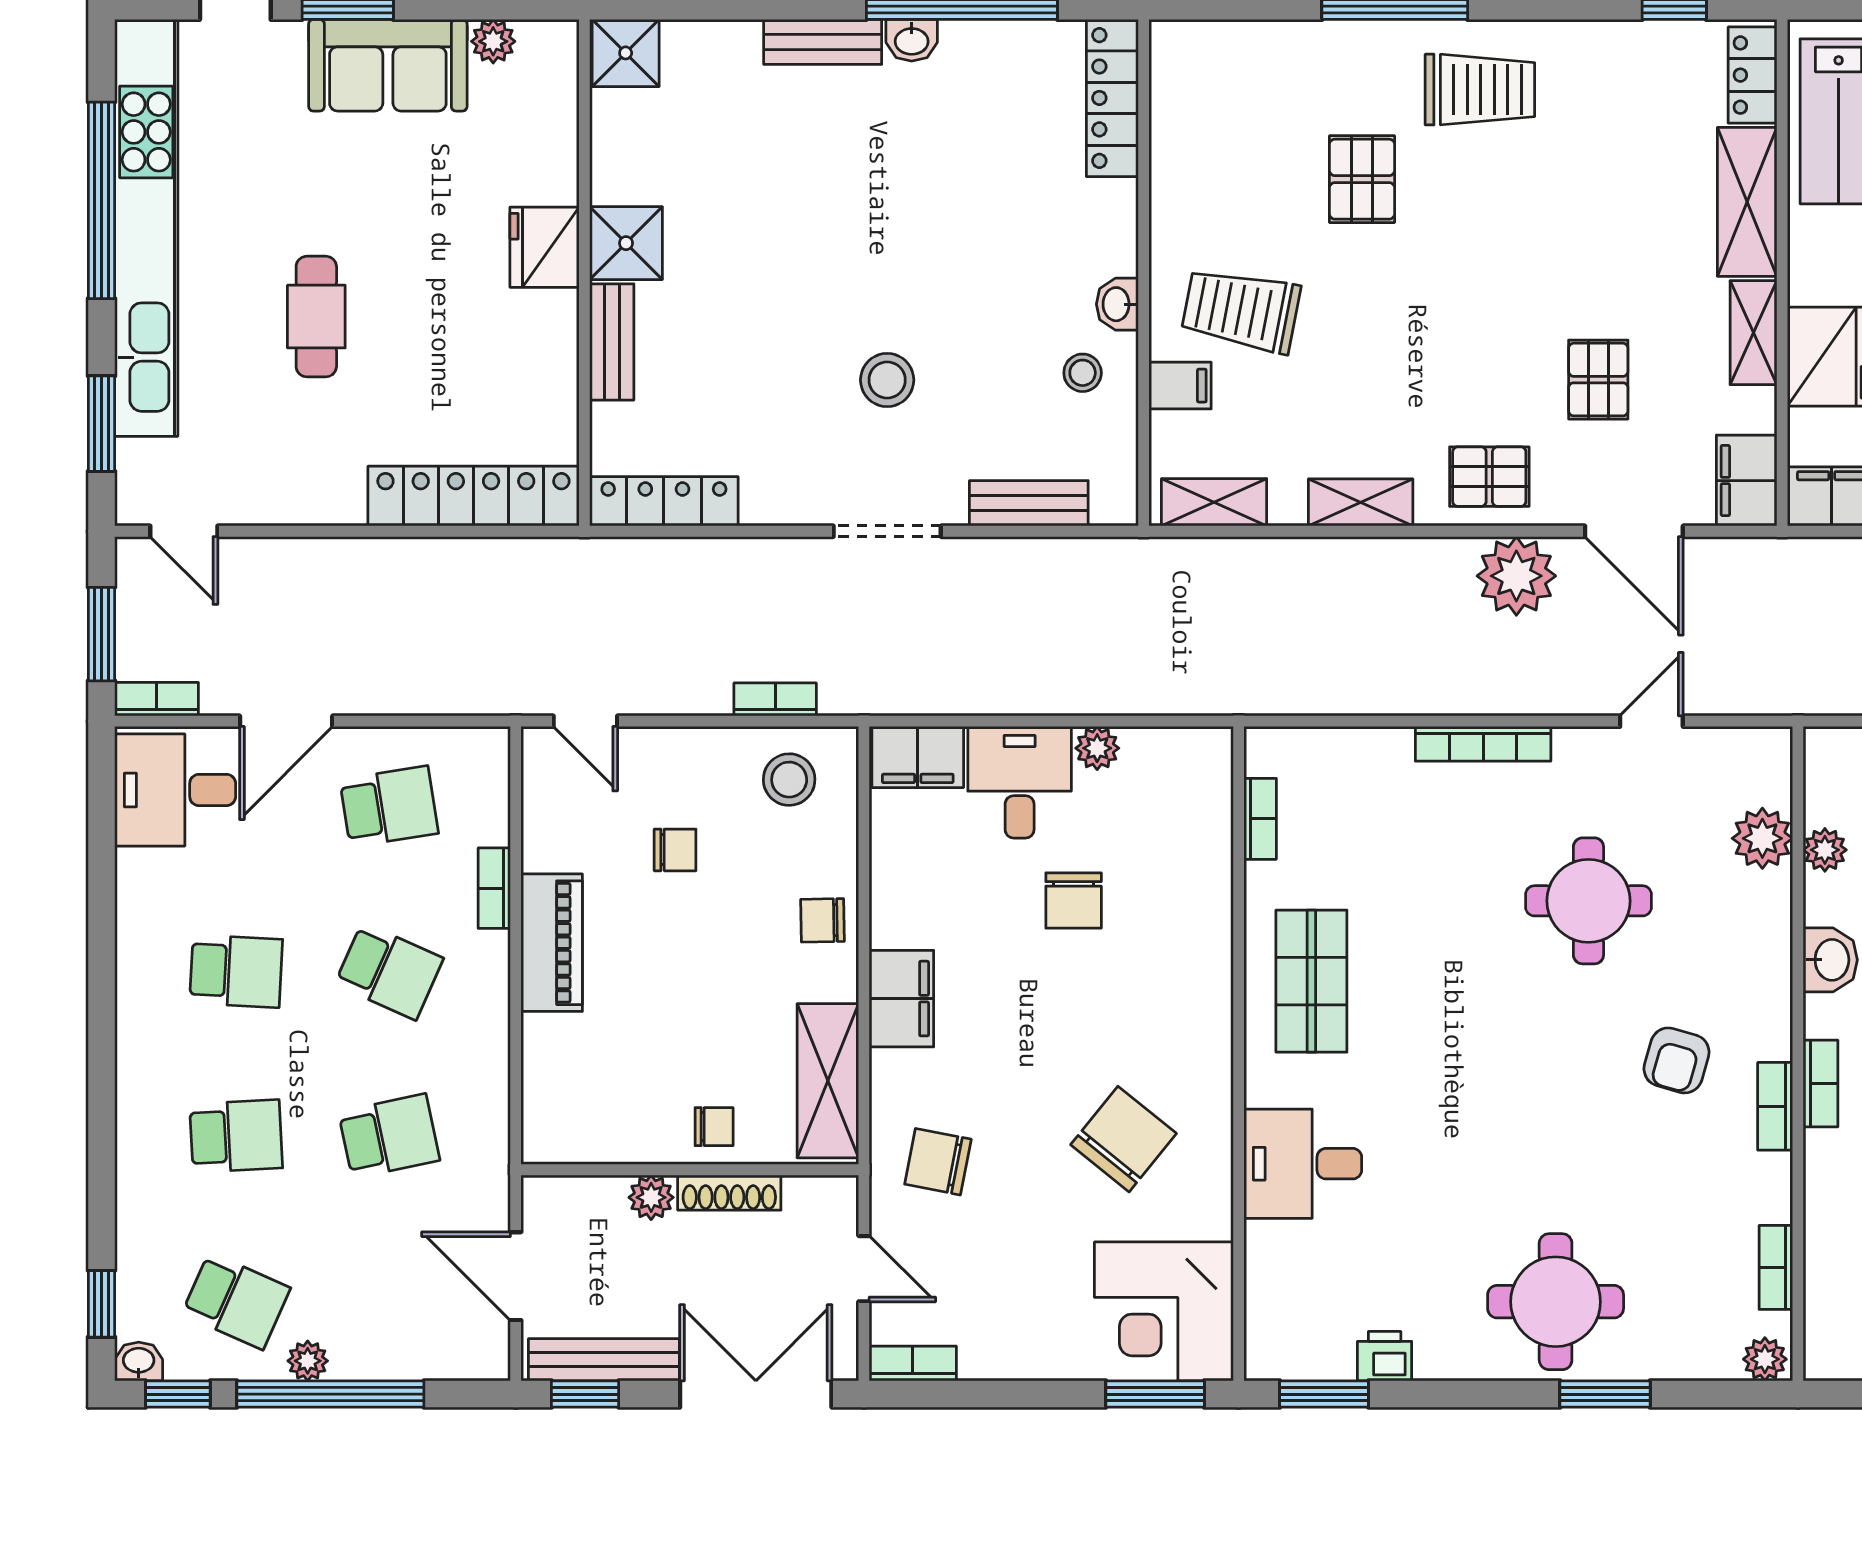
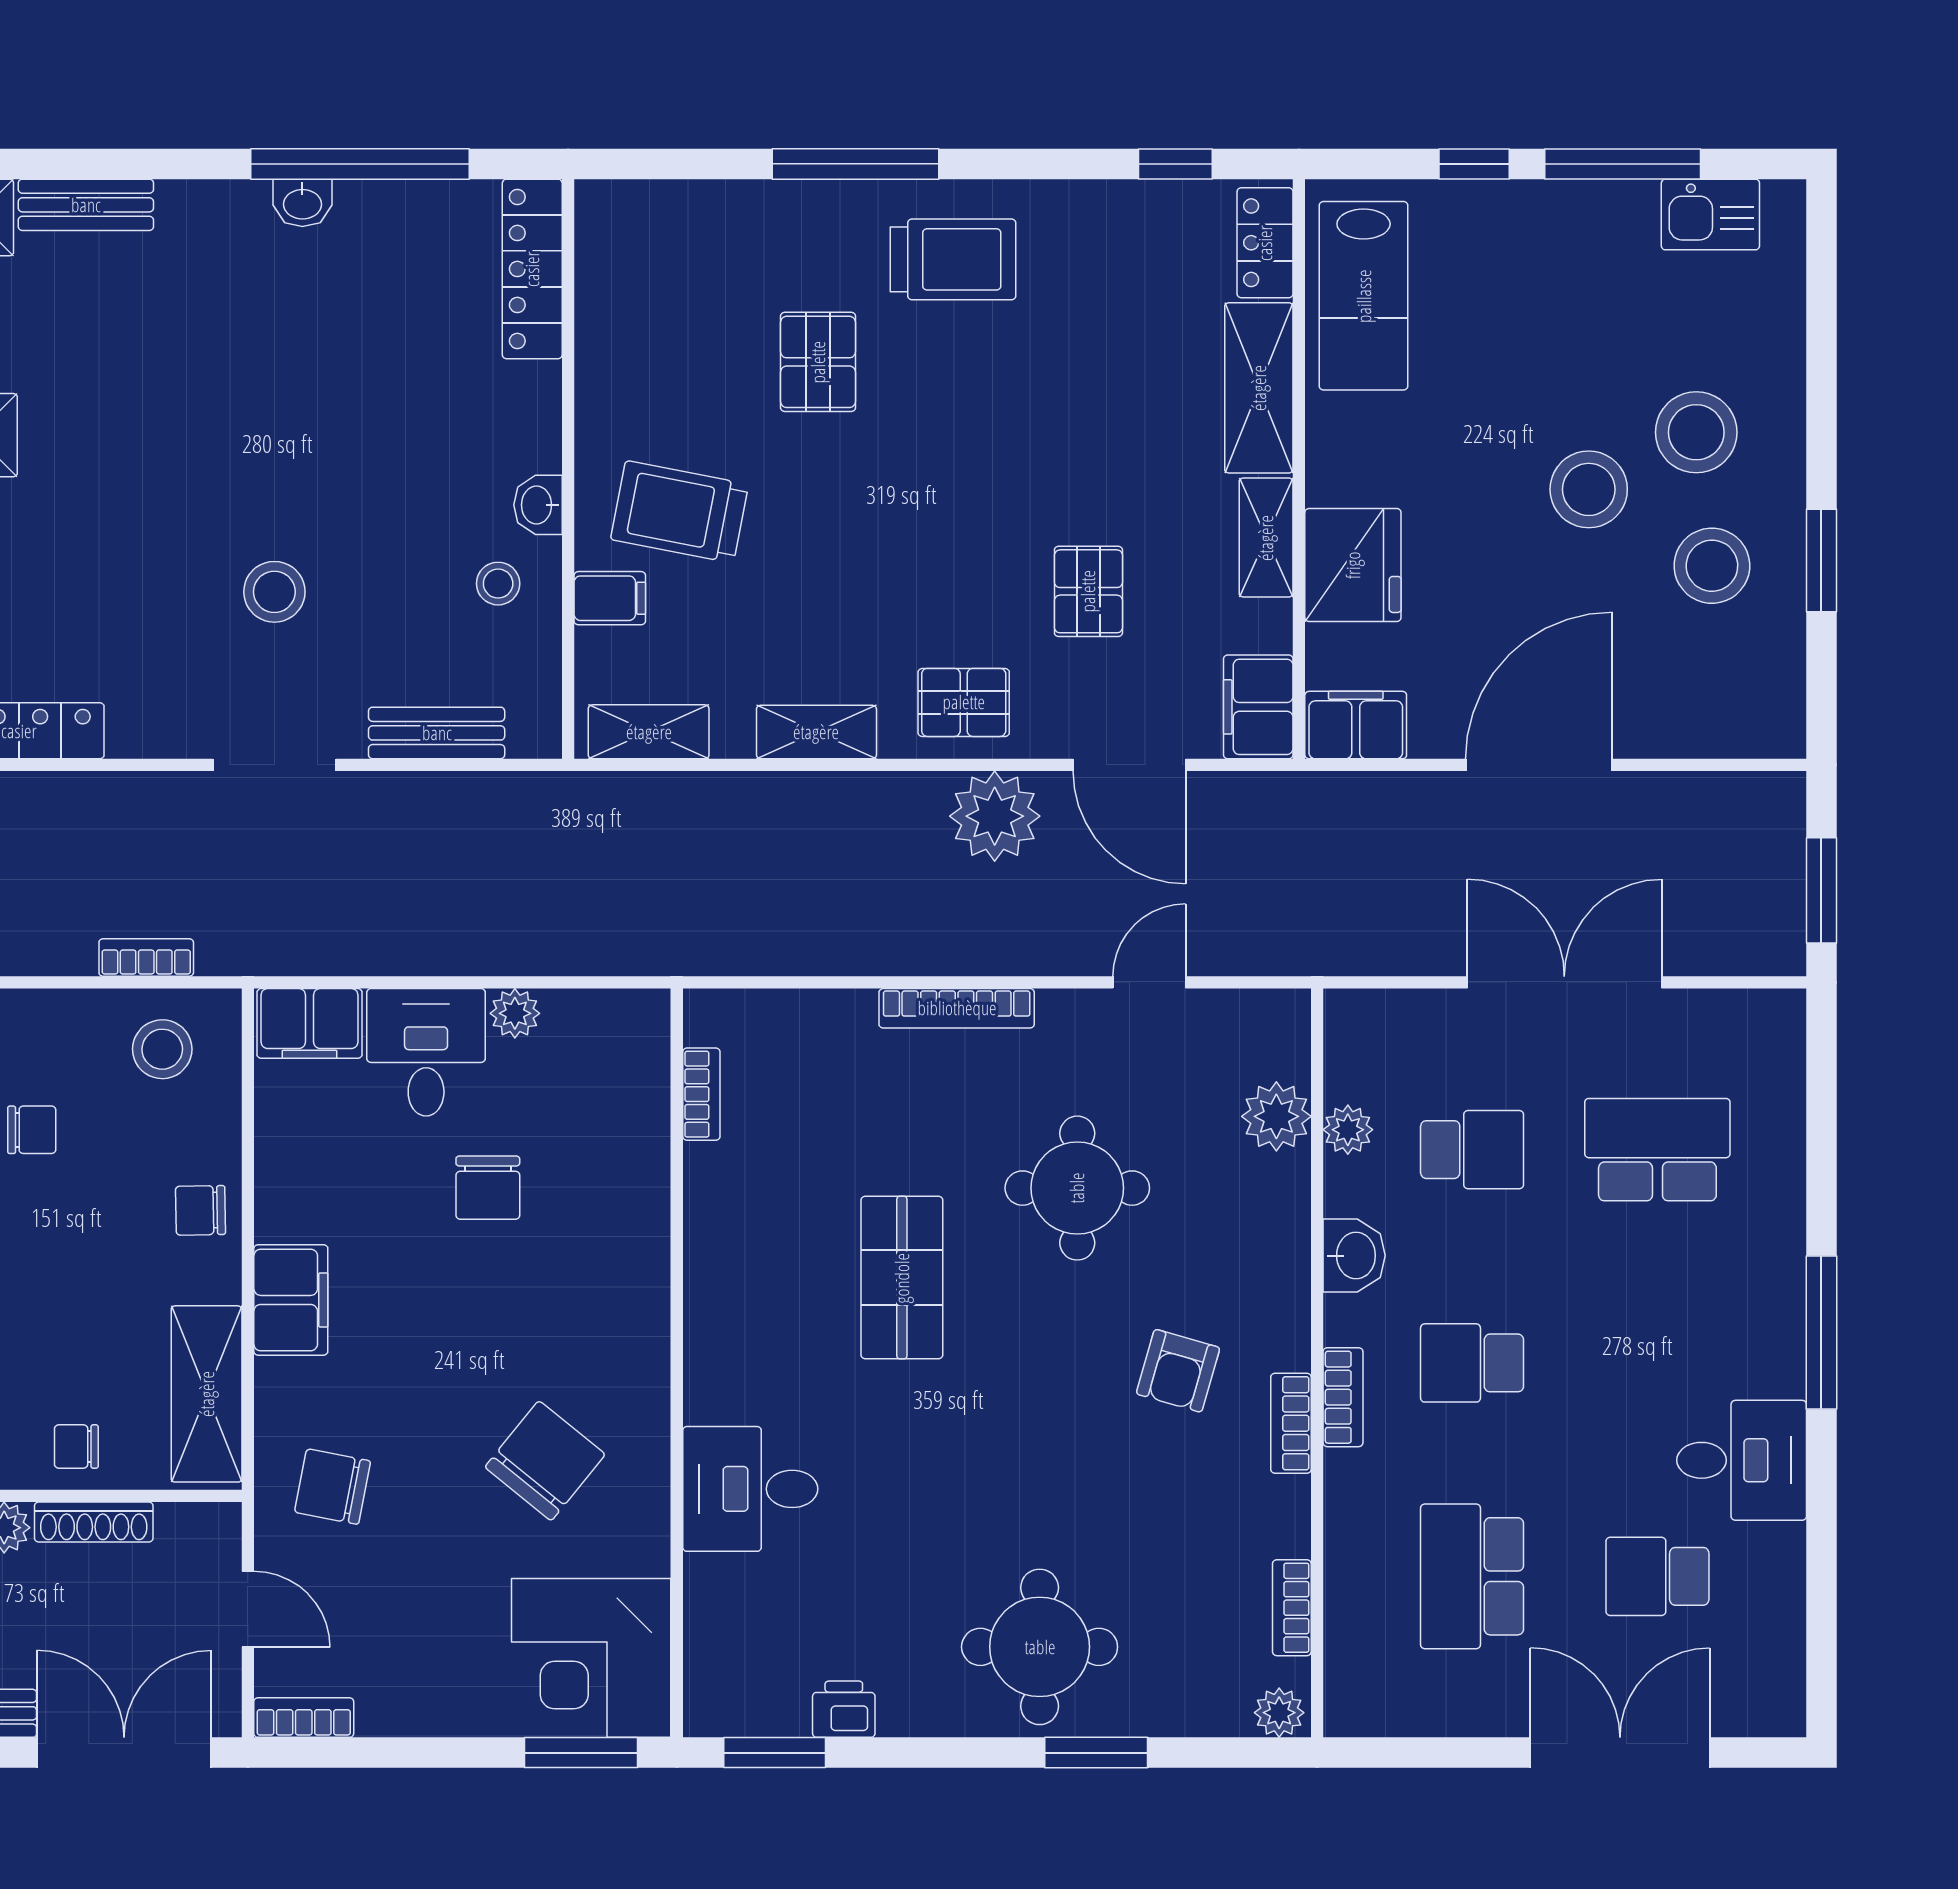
bench: (823, 42) -> (86, 205), moved
shop shelf: (1311, 981) -> (902, 1278), moved
chair: (714, 1127) -> (76, 1446), turned 180

